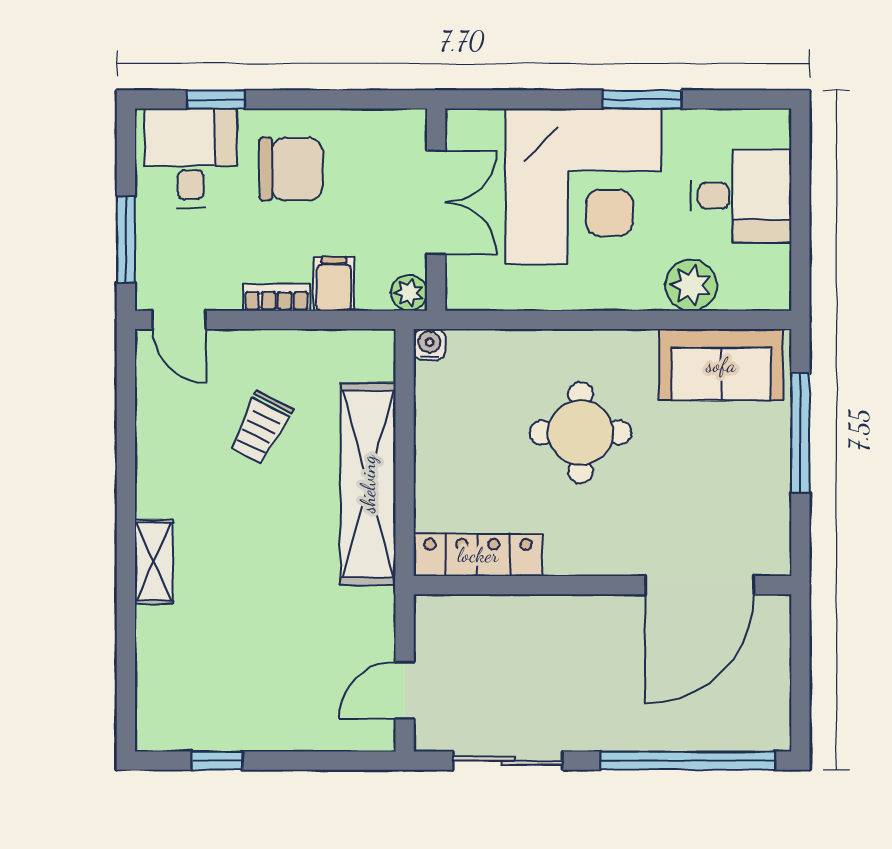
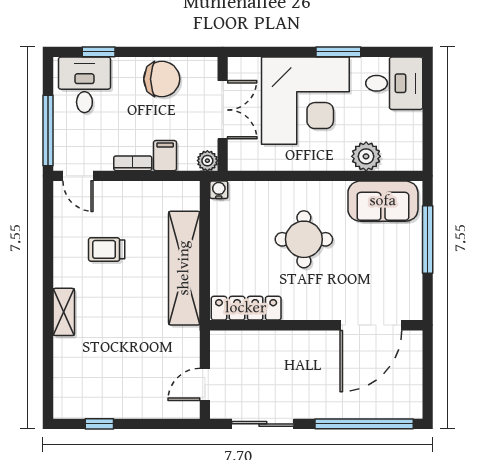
chair: (291, 169) -> (162, 79), moved
desk: (741, 196) -> (394, 83), moved
window: (126, 239) -> (48, 131), width x1.44
trolley: (261, 428) -> (107, 249), moved, turned 63

